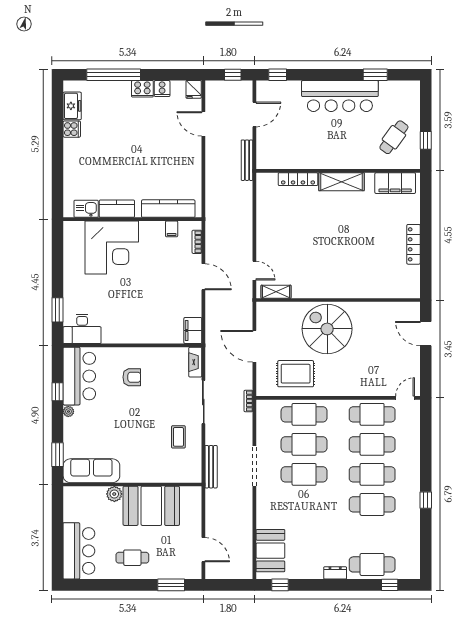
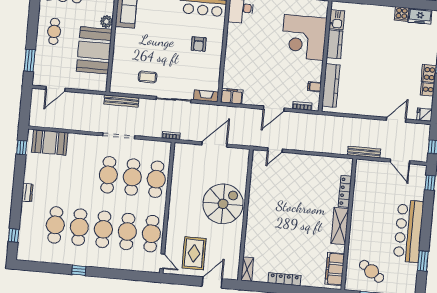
shelving: (276, 292) -> (247, 269), moved
rug: (296, 374) -> (194, 253), moved
cafe table: (372, 564) -> (55, 225), moved

